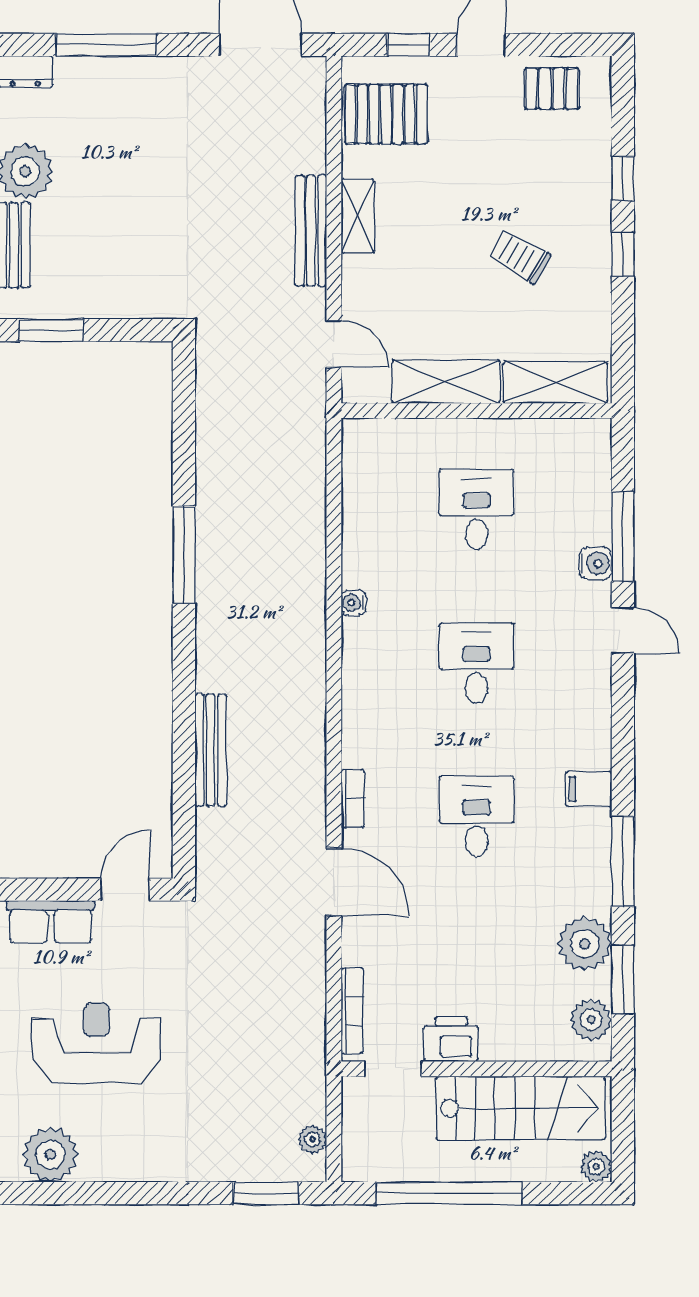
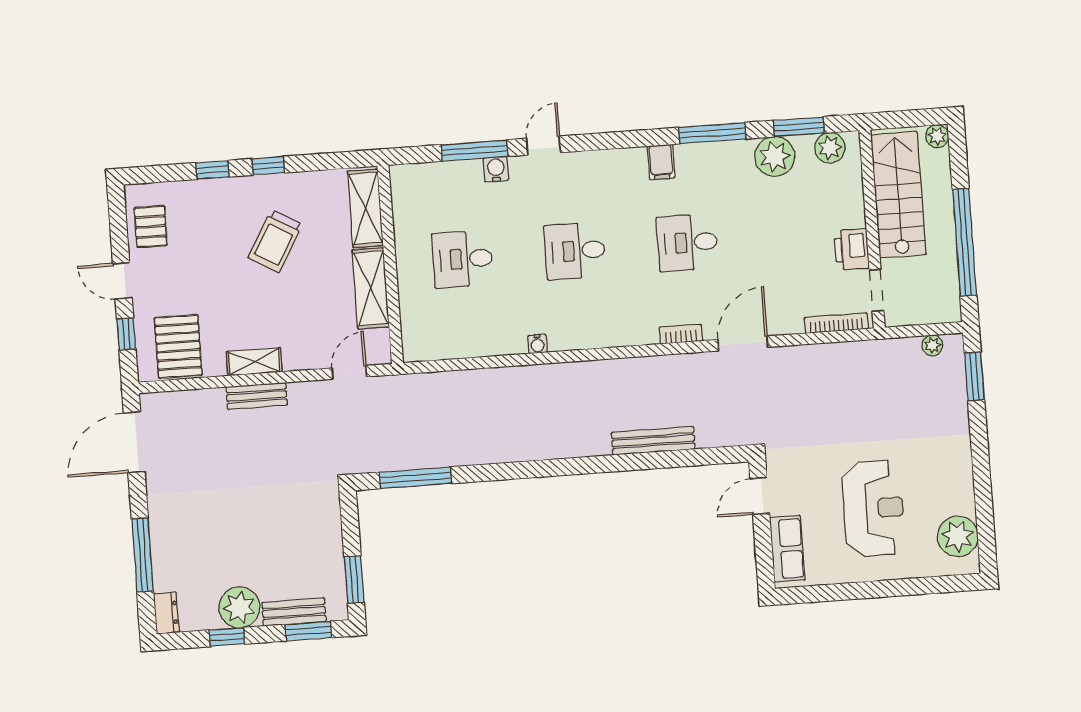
bench: (311, 231) -> (257, 396), width x0.73
trolley: (520, 257) -> (275, 241), width x1.36, depth x1.39
window: (184, 555) -> (415, 478), moved
door: (125, 890) -> (760, 496), hinge flipped
reception desk: (97, 1043) -> (873, 508), turned 180

